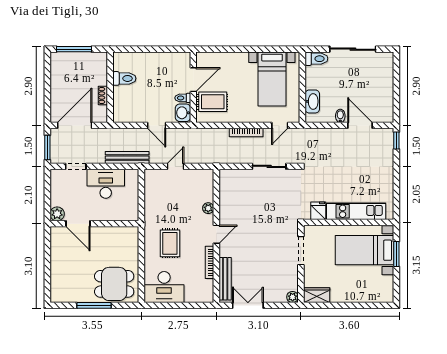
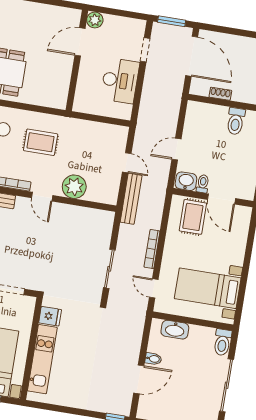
bench: (127, 158) -> (131, 199), moved
plant: (208, 208) -> (74, 187), width x1.88, depth x1.88

